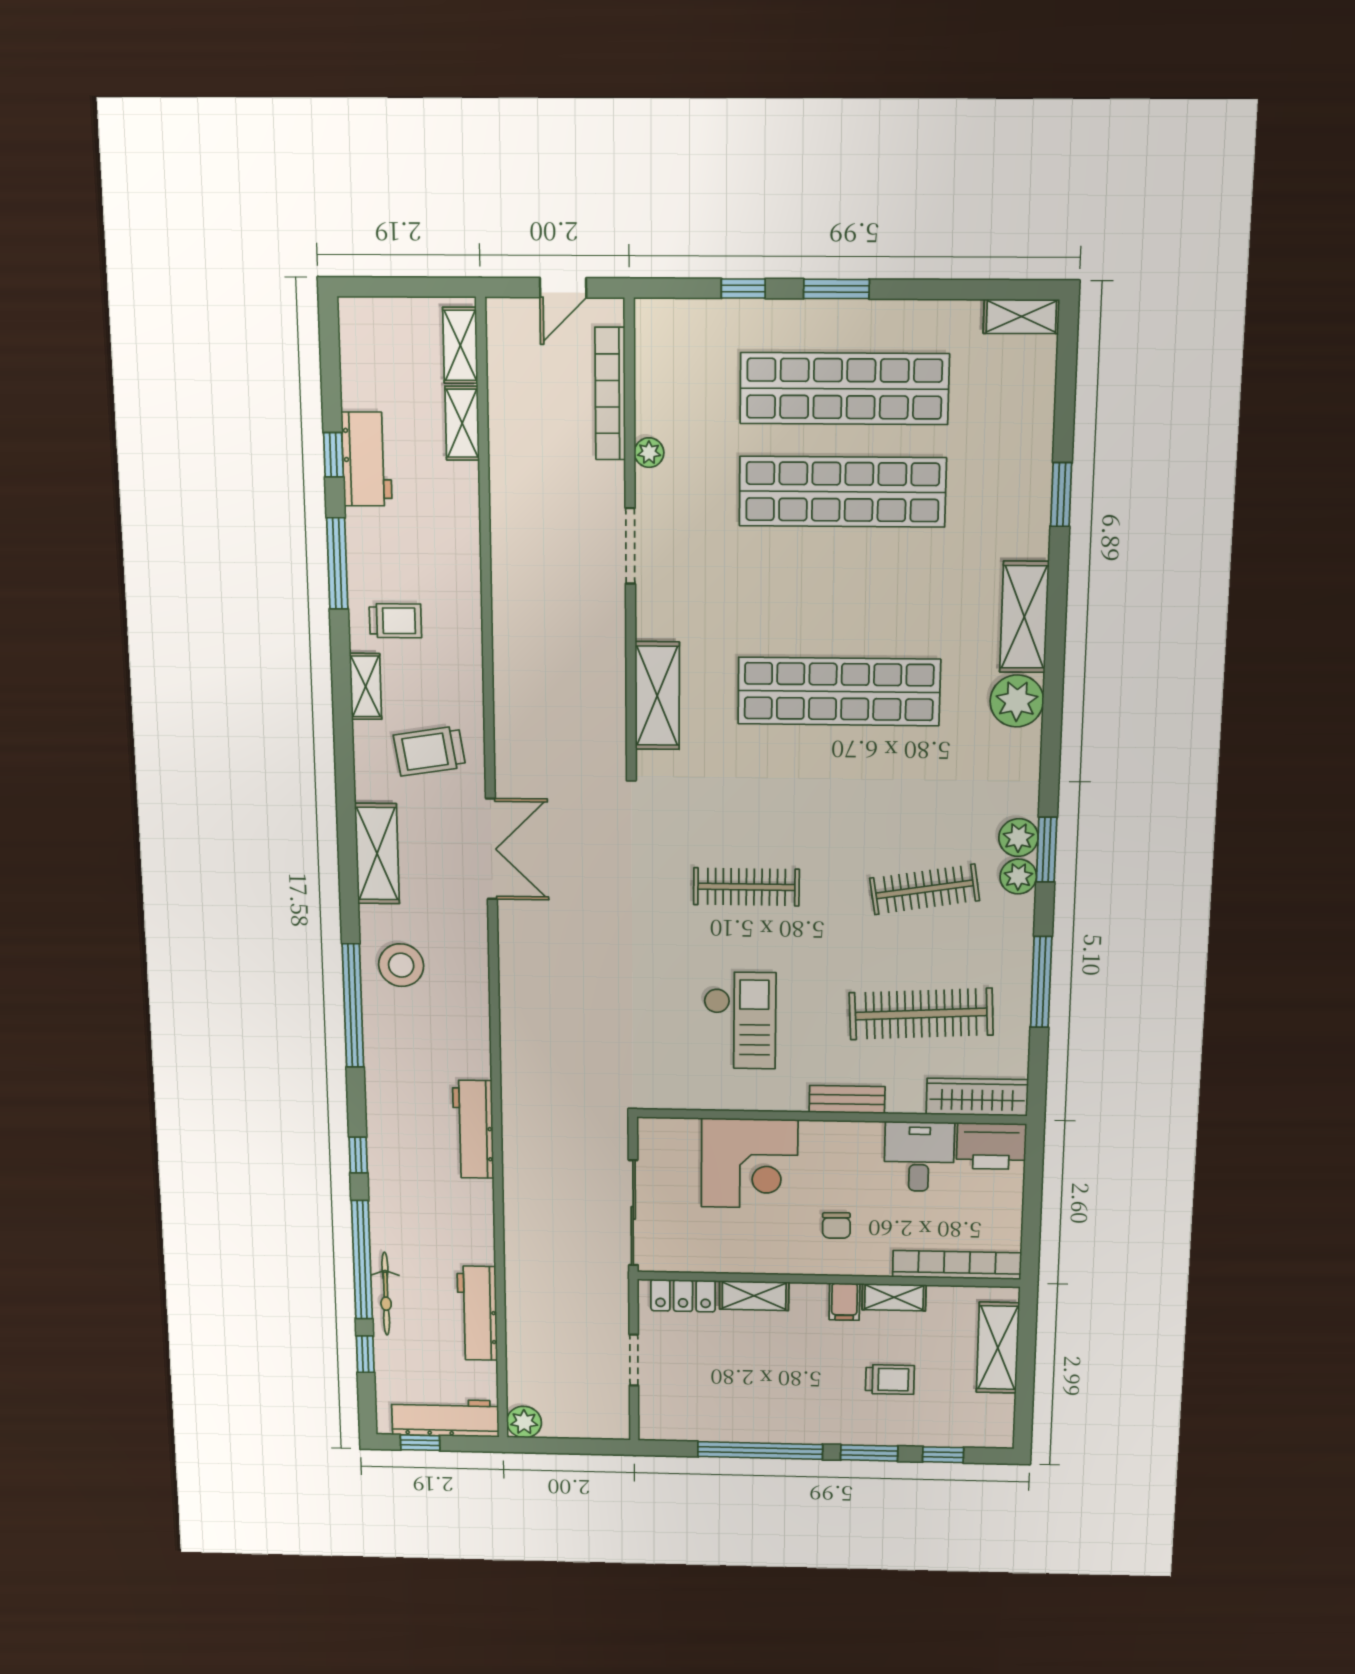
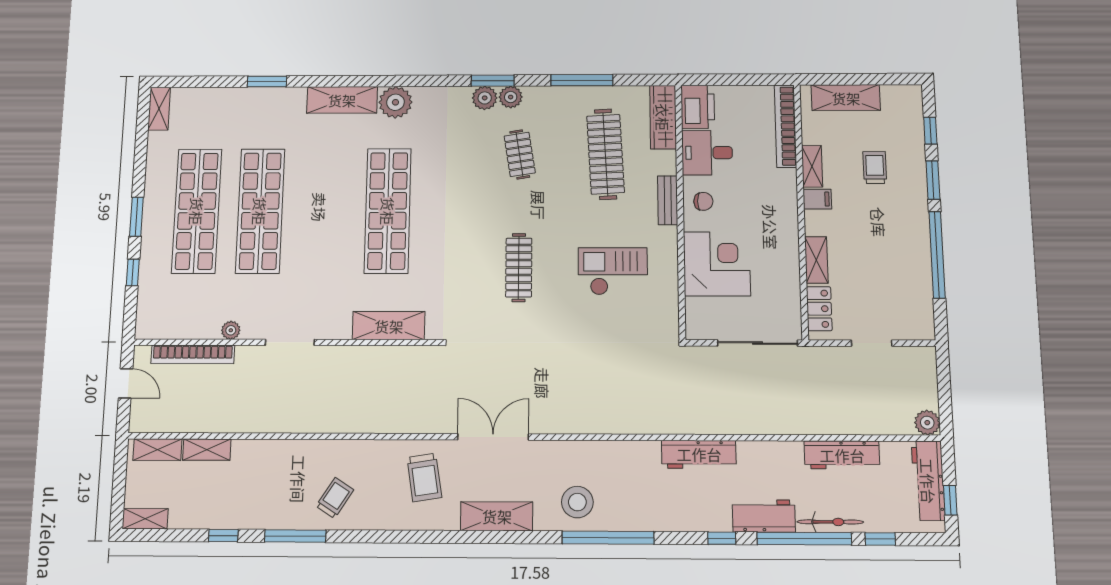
workbench: (367, 459) -> (764, 516), moved
trolley: (395, 621) -> (335, 498), turned 33
shelving: (366, 686) -> (145, 519), moved
clothes rail: (925, 889) -> (520, 154), width x0.73
chair: (836, 1225) -> (703, 201), moved

